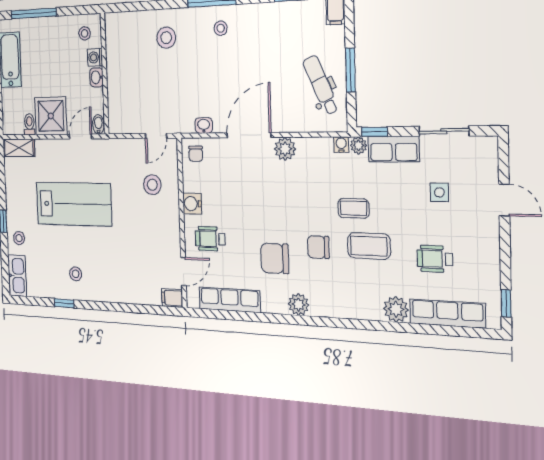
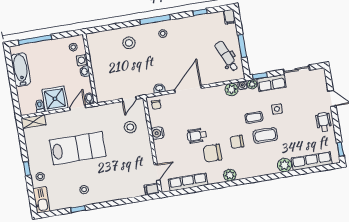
plant: (285, 149) -> (232, 89), moved
side table: (439, 192) -> (277, 109), moved
wheelchair: (210, 239) -> (197, 136), moved
wheelchair: (435, 259) -> (324, 122), moved, turned 90

